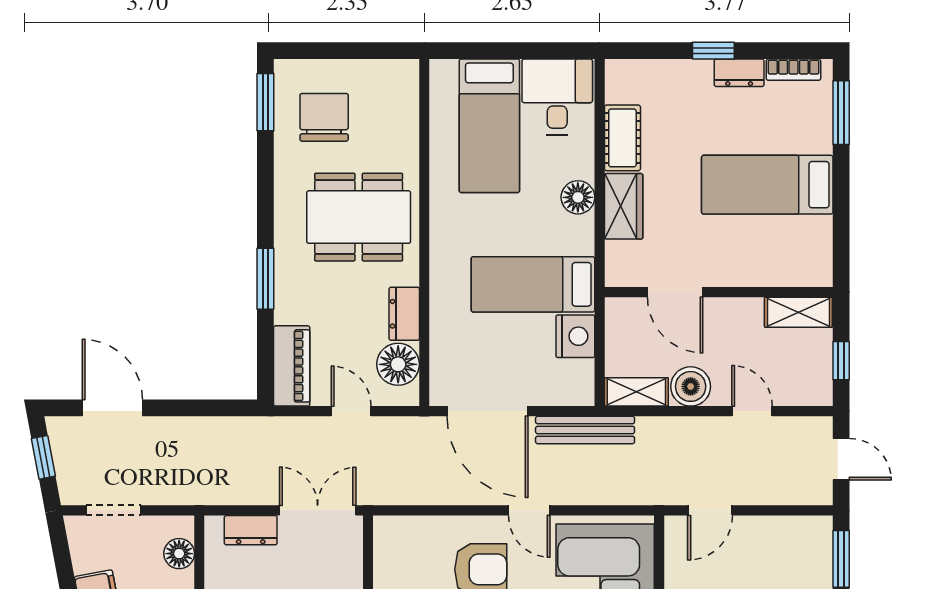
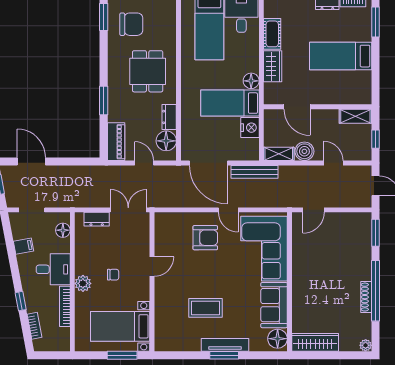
chair: (324, 117) -> (131, 24), turned 90
floor lamp: (578, 197) -> (251, 81), moved
dining table: (359, 217) -> (148, 71), width x0.73

